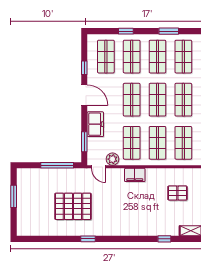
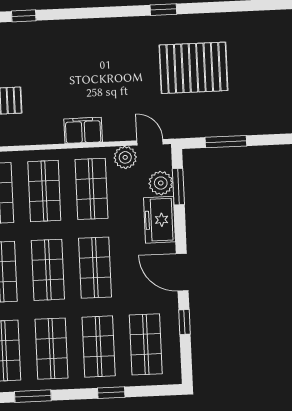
plant: (94, 144) -> (161, 183), added
window: (57, 165) -> (226, 142), width x0.69

